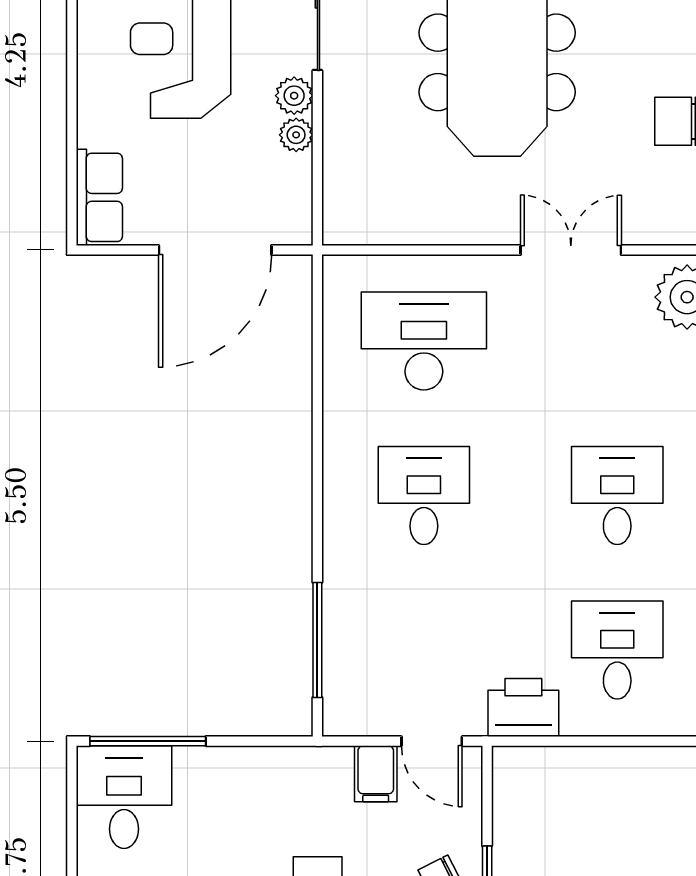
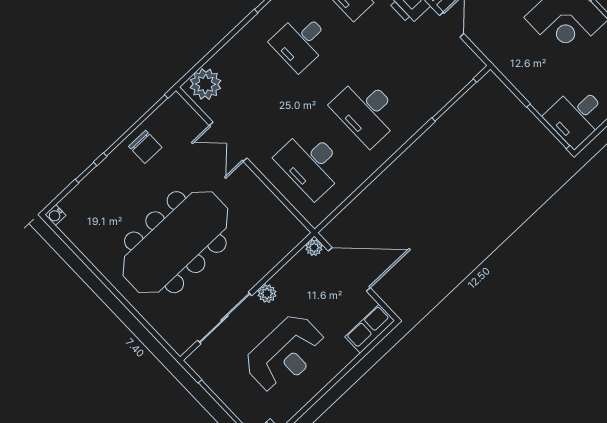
plant: (296, 135) -> (314, 248), moved
desk: (424, 496) -> (366, 111), width x1.37
filing cabinet: (376, 774) -> (482, 34), removed

